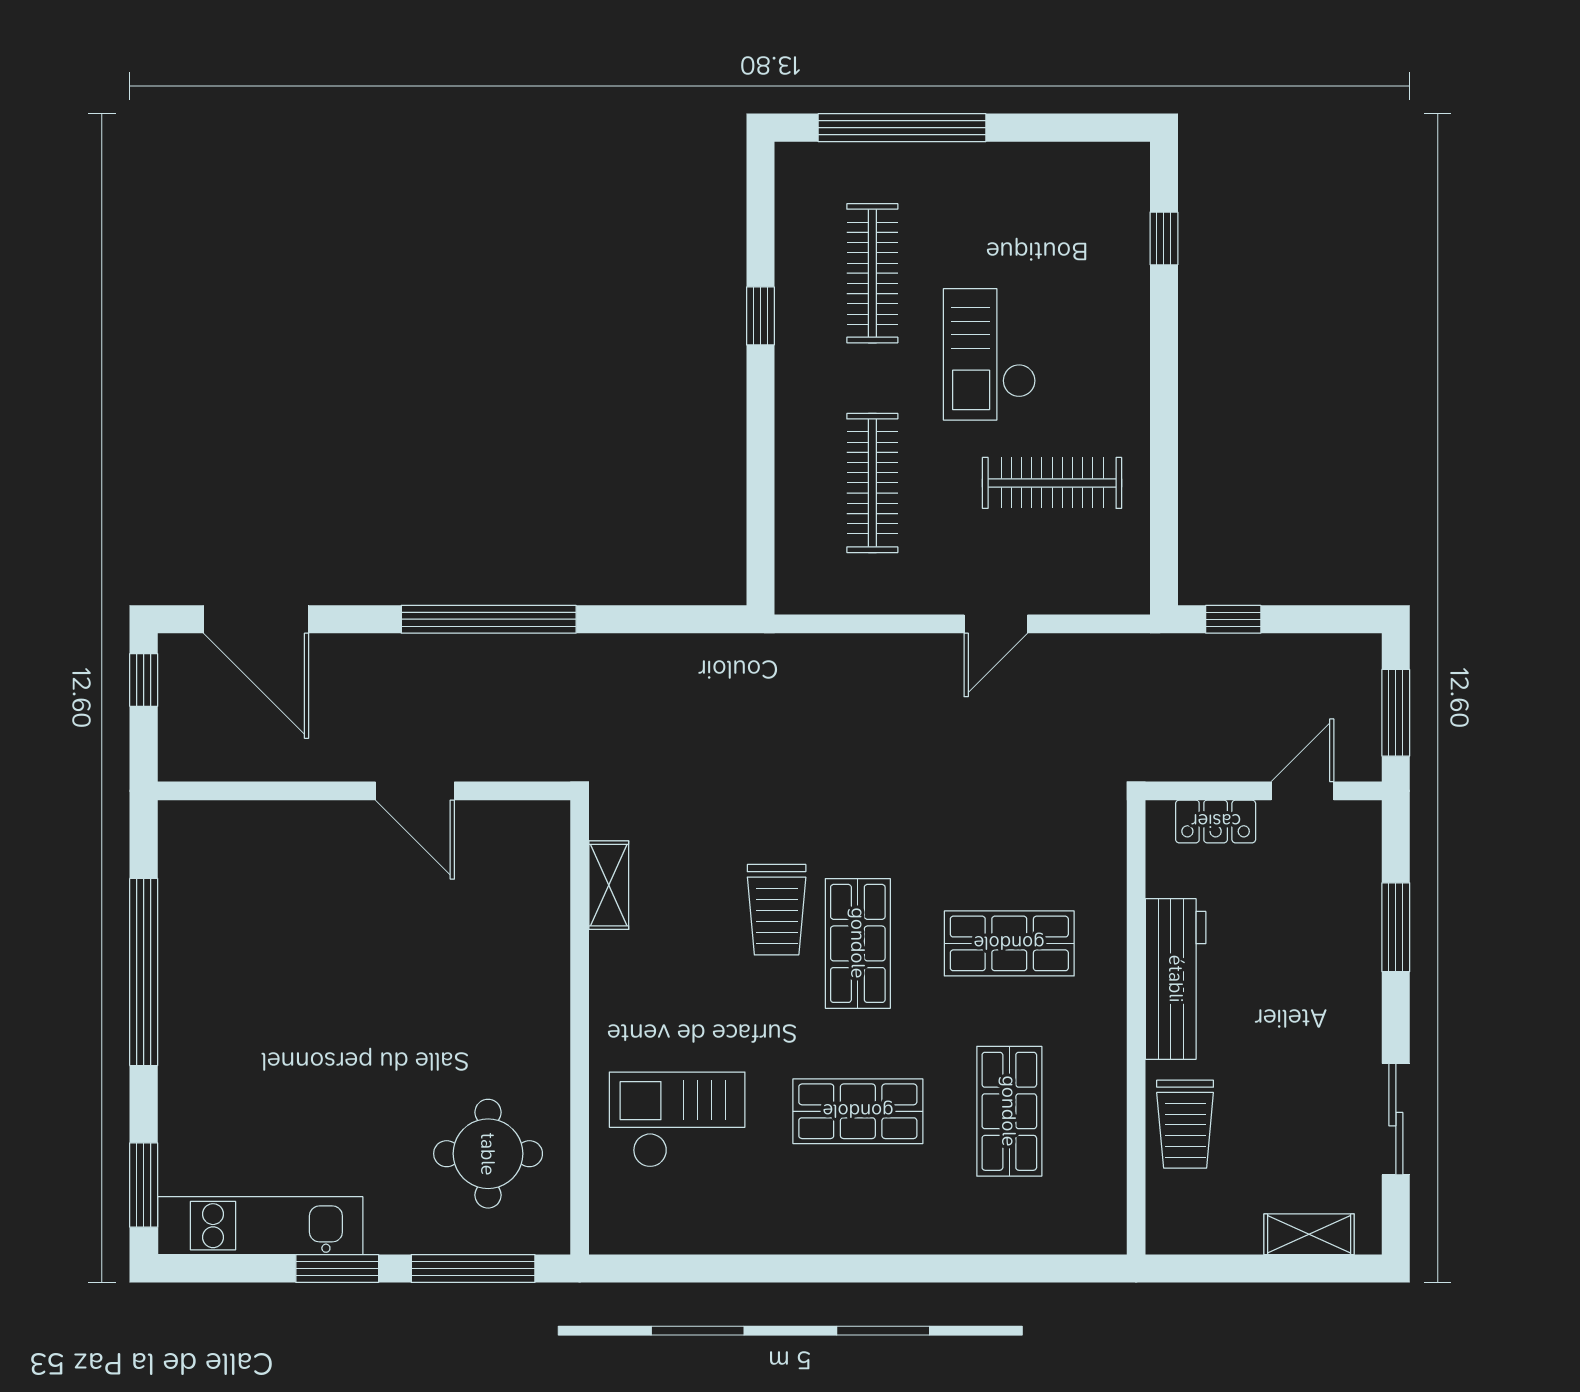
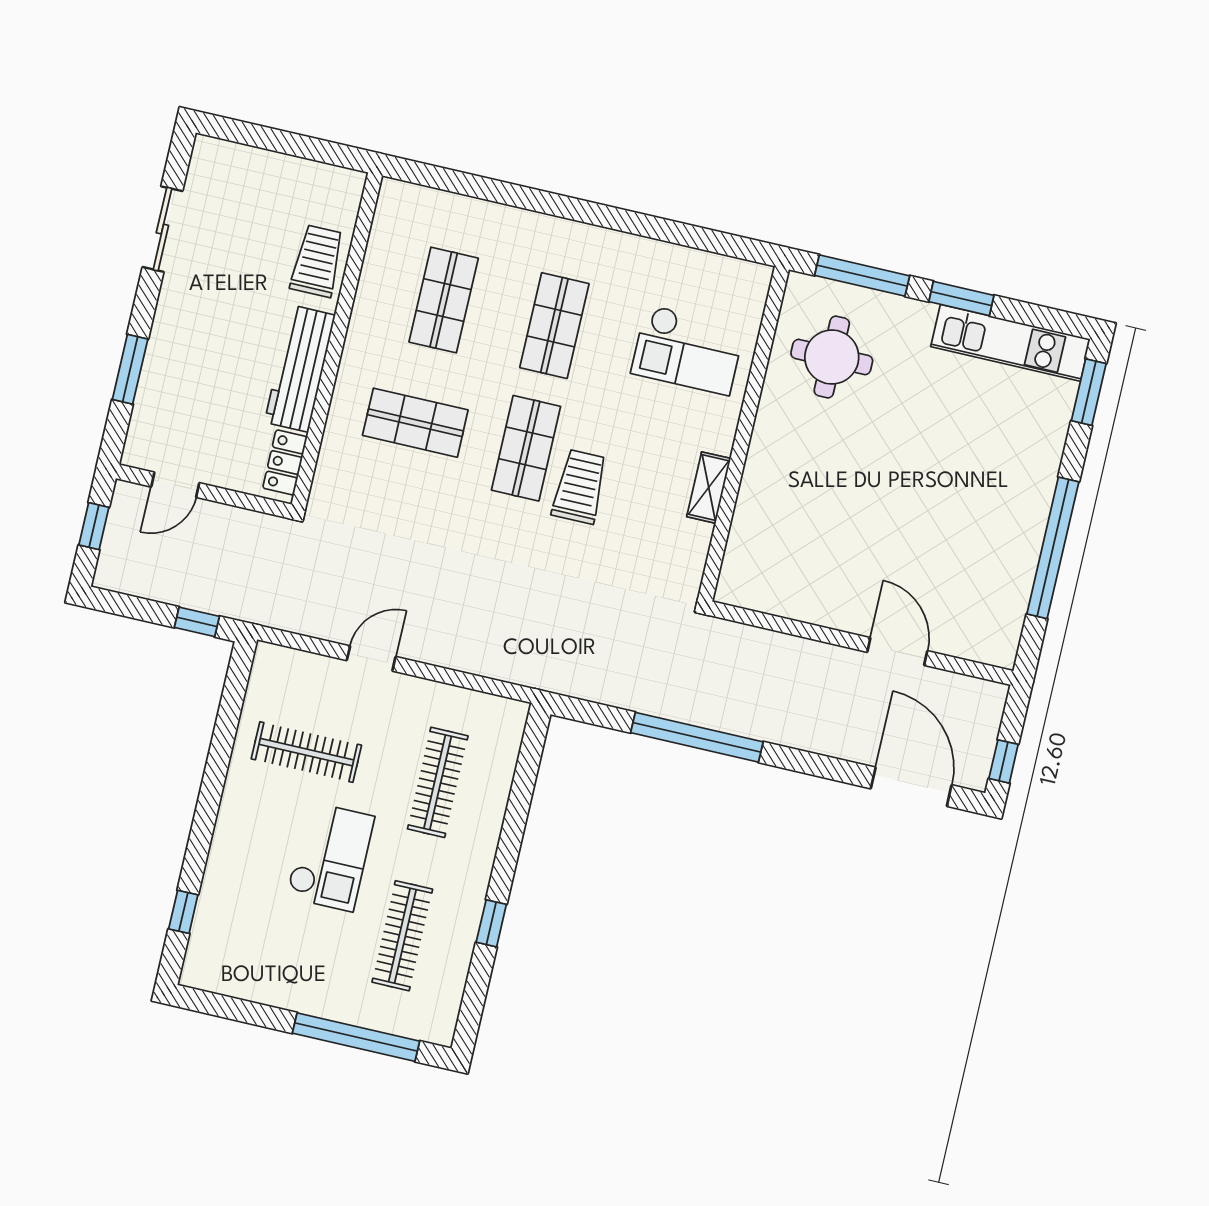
window: (489, 619) -> (697, 737), moved
window: (1396, 713) -> (94, 526), width x0.67
door: (415, 791) -> (897, 651), moved
locker: (1216, 821) -> (285, 462), moved, turned -90
shelving: (609, 885) -> (709, 488), moved
shop shelf: (858, 1111) -> (554, 326), turned 90
shelving: (1309, 1234) -> (245, 160), removed

